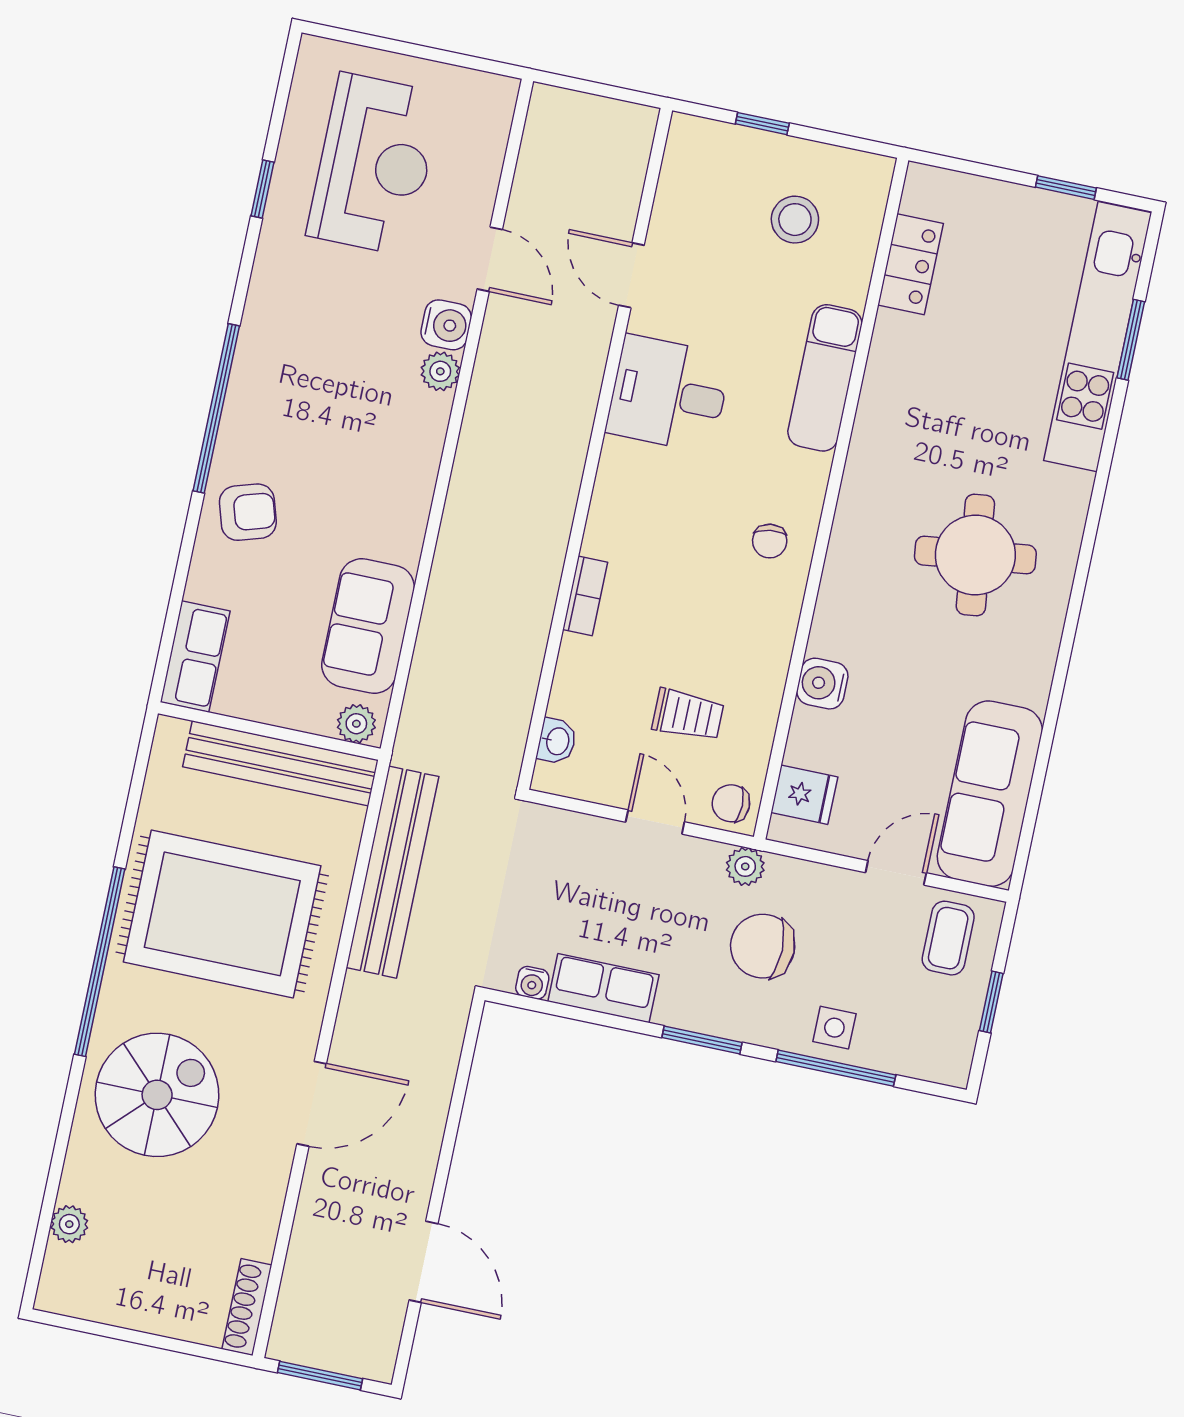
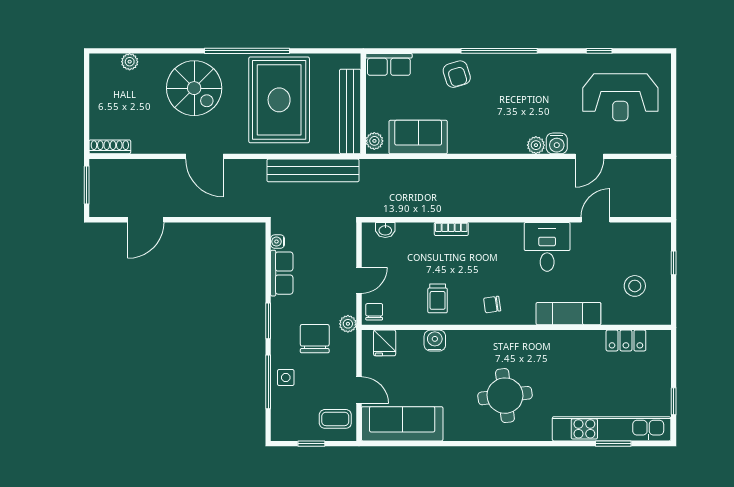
trolley: (688, 715) -> (438, 298), moved

